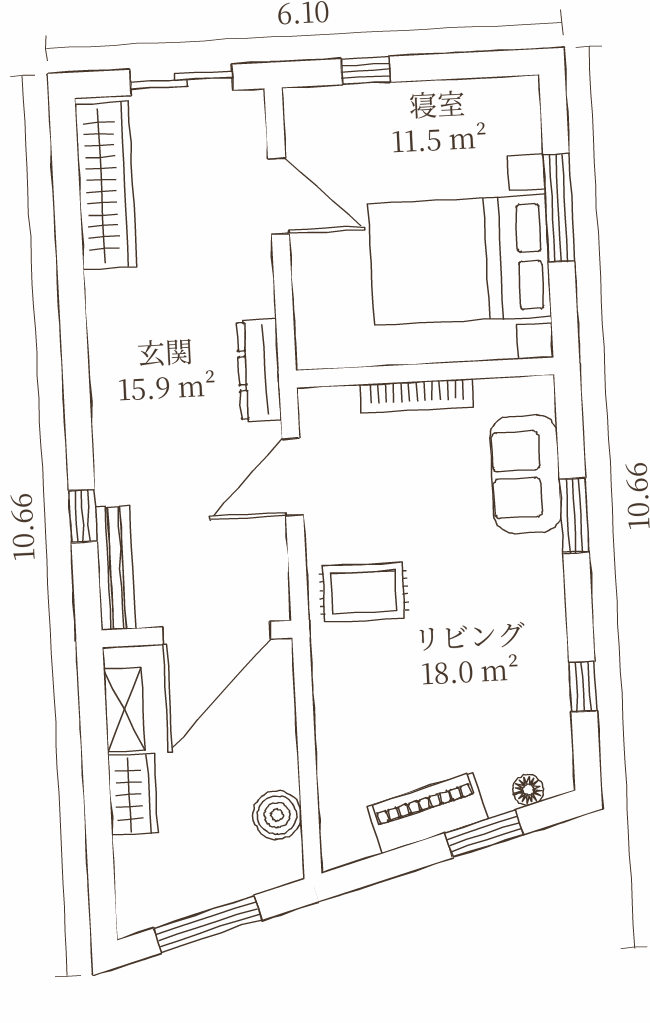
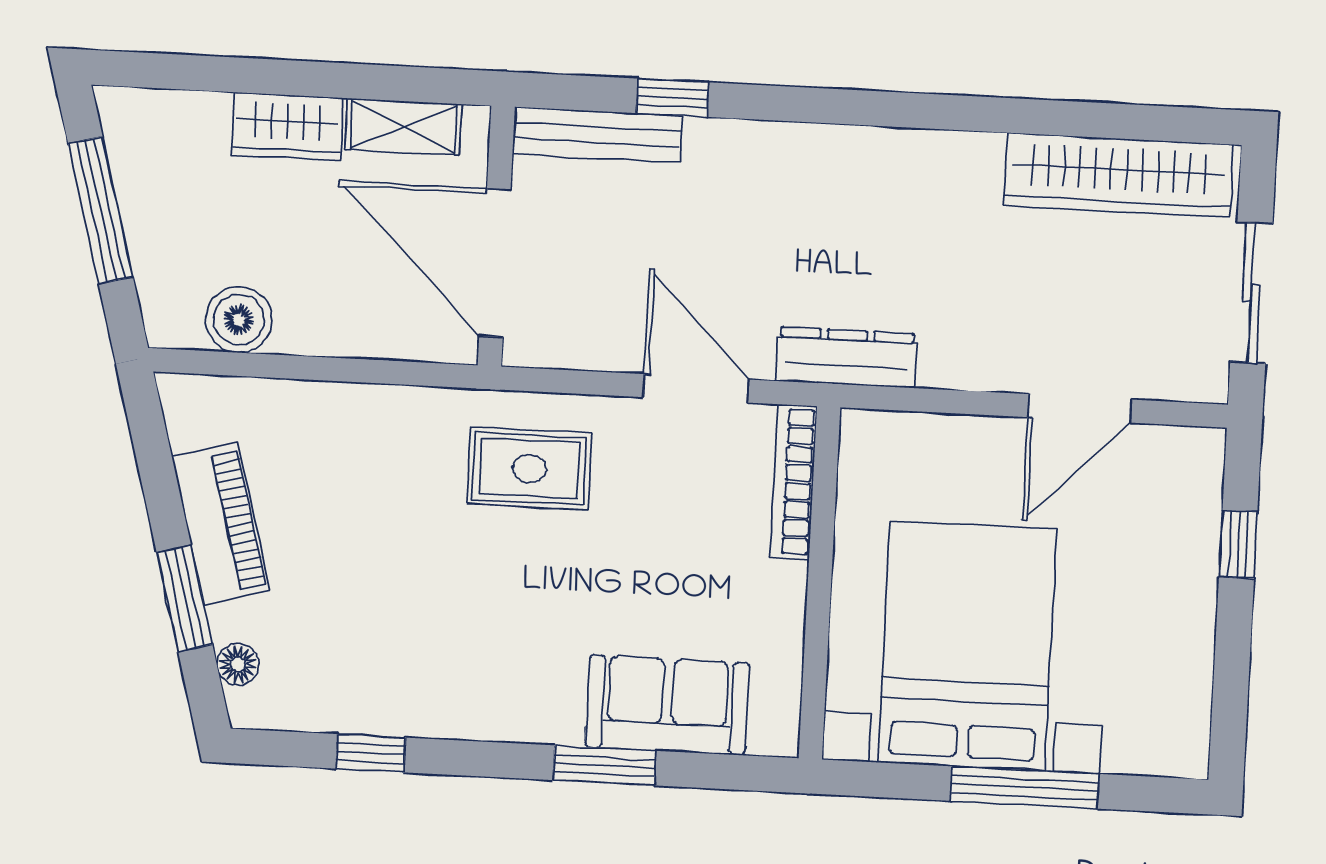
bookcase: (417, 396) -> (794, 482), moved
rug: (364, 592) -> (530, 469), turned 90

